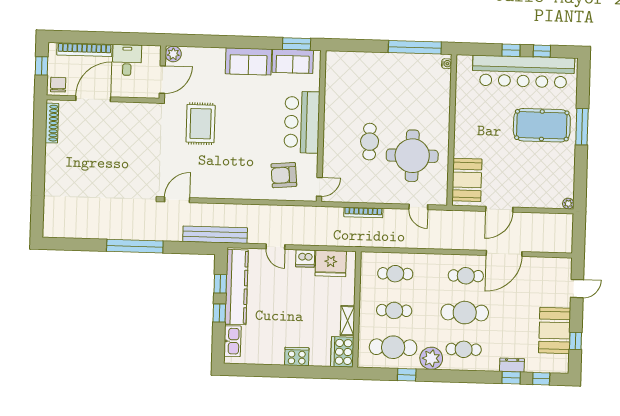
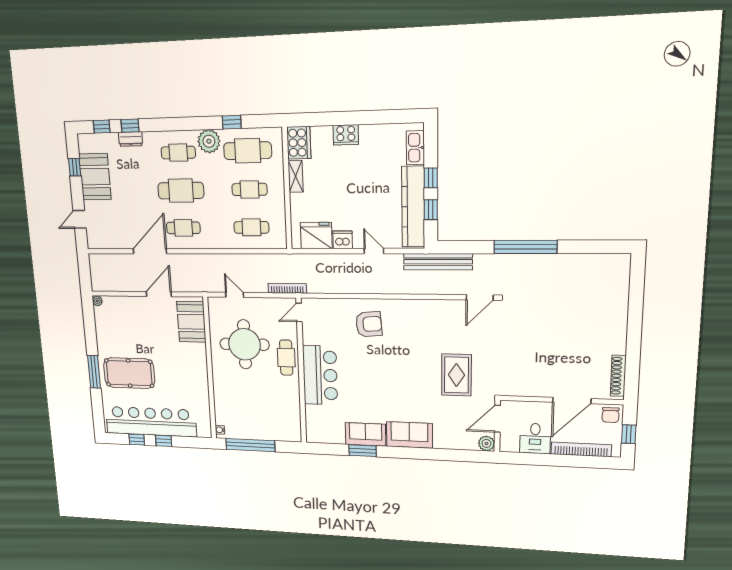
bar counter: (302, 122) -> (320, 375), moved
wall: (321, 126) -> (301, 371), moved
door: (319, 187) -> (299, 312), moved

